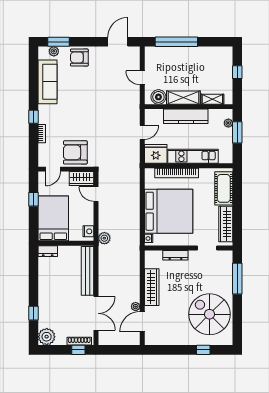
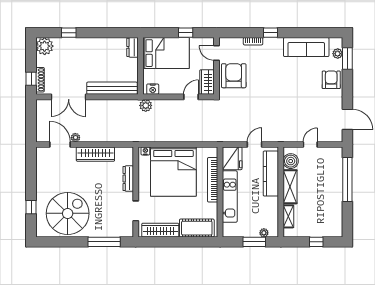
kitchen counter: (186, 116) -> (271, 174), moved
door: (142, 132) -> (254, 144), swing flipped

